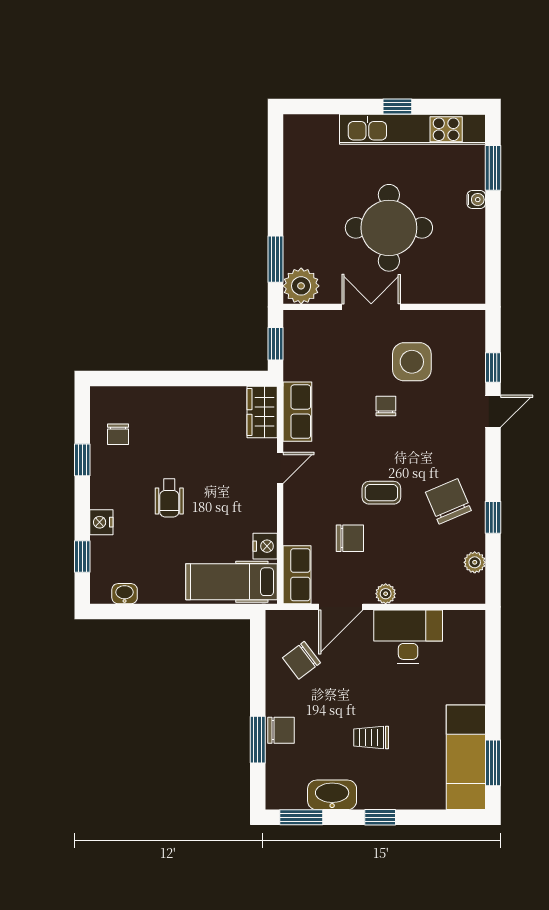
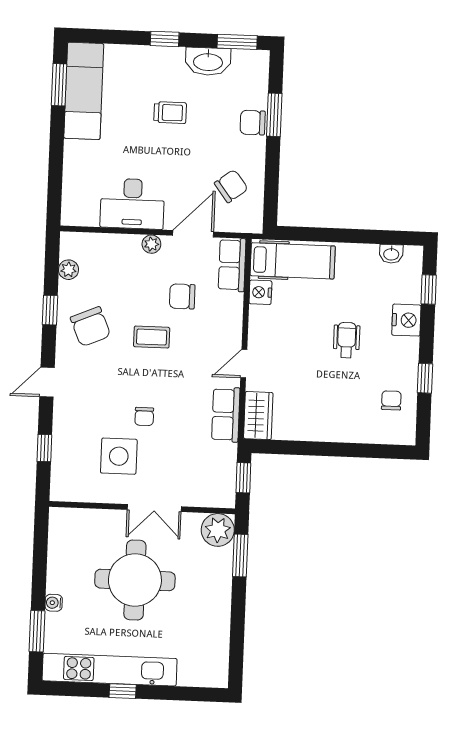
door: (493, 411) -> (47, 382), moved
nightstand: (101, 522) -> (406, 320), width x1.36, depth x1.33

